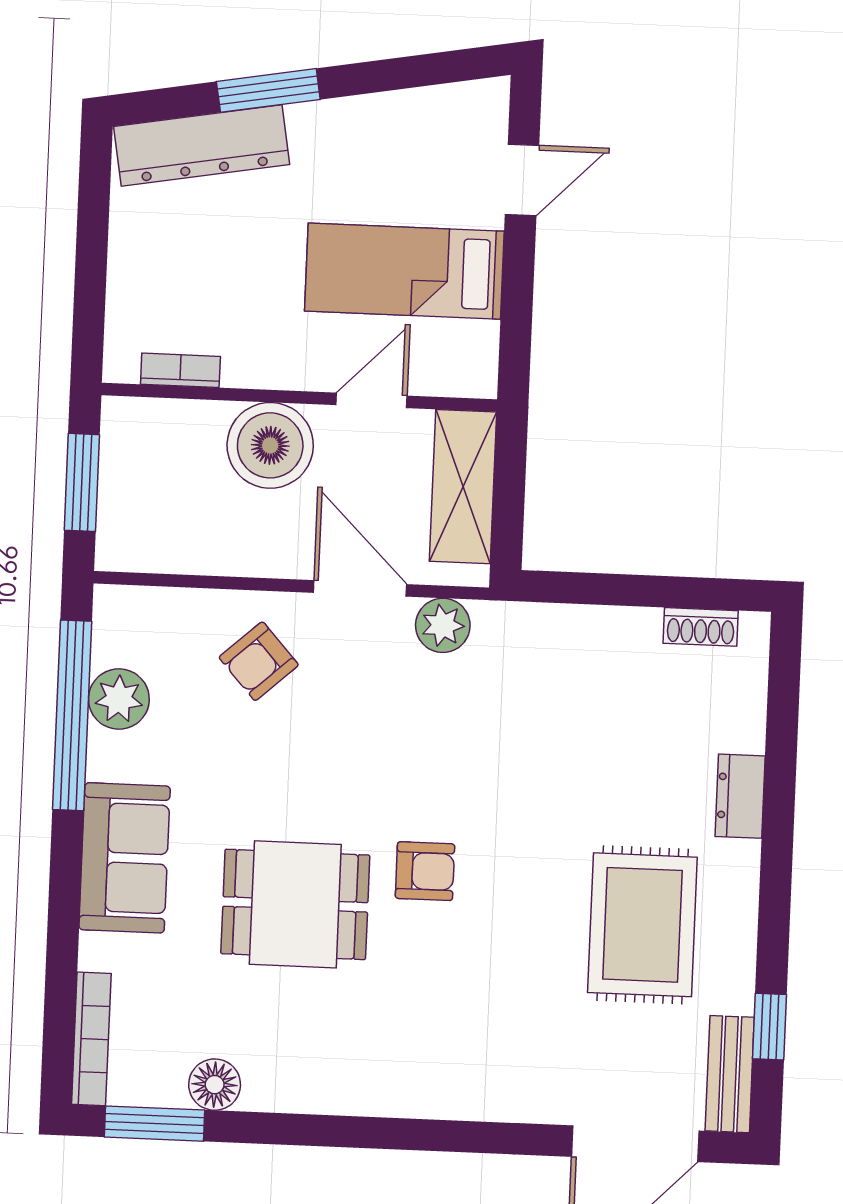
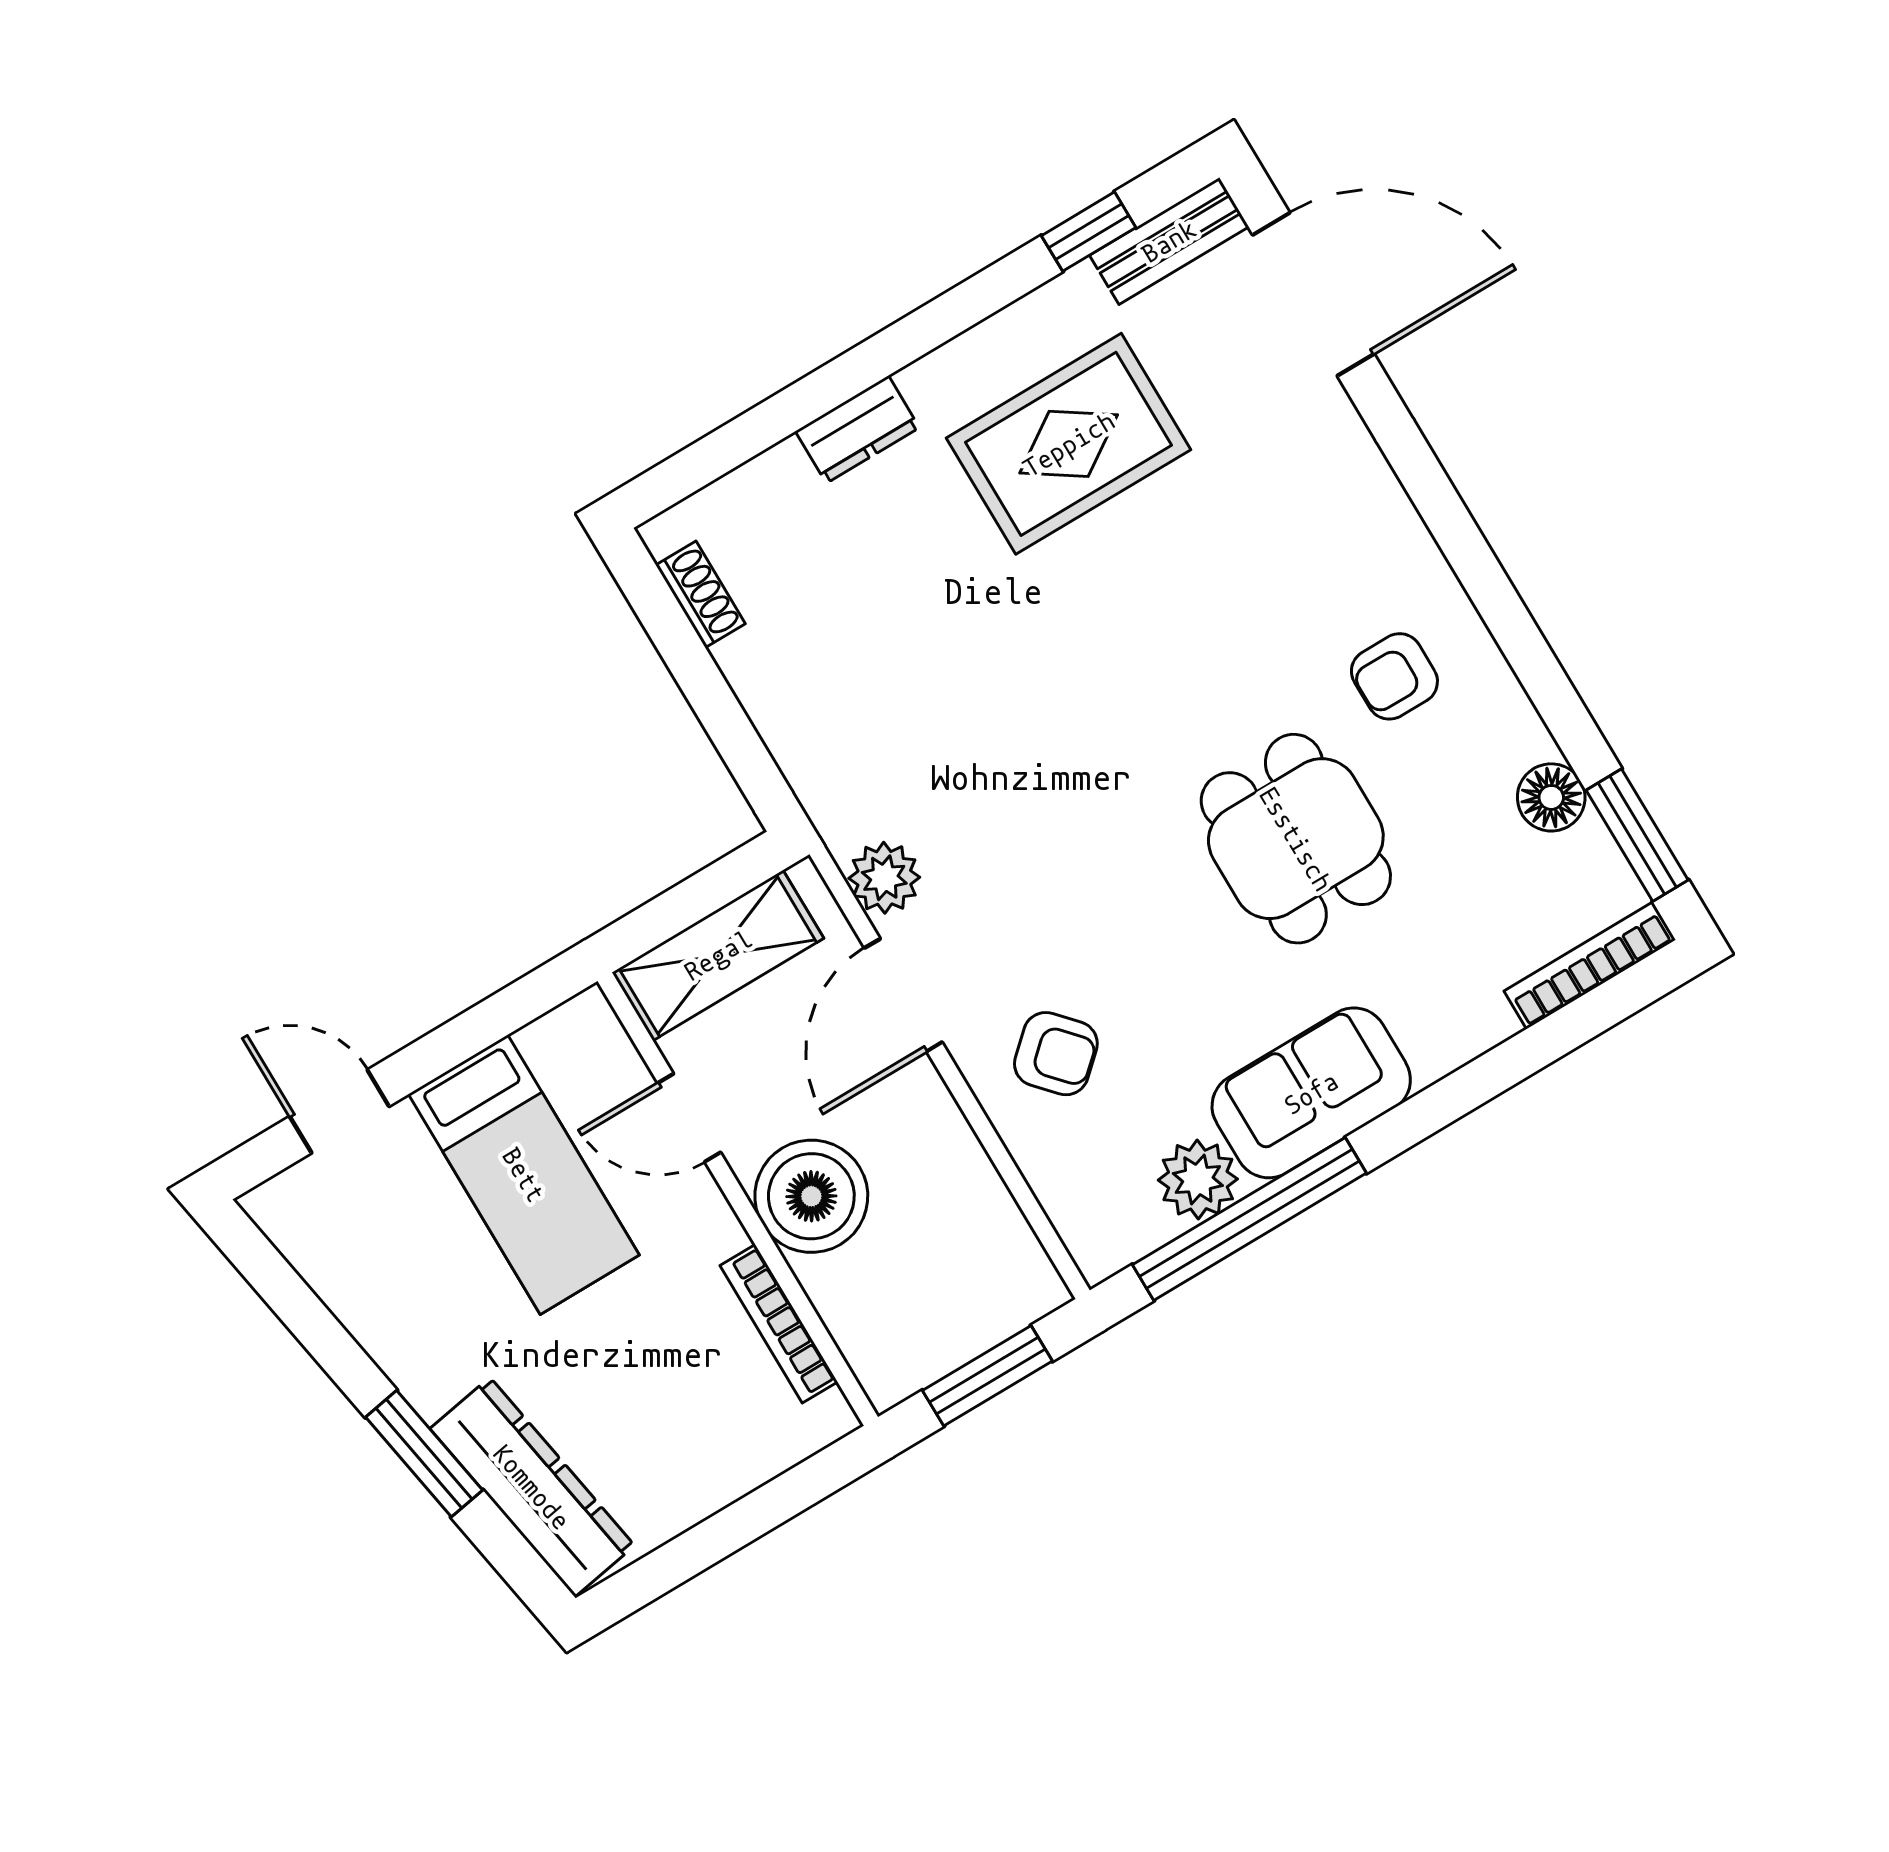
bookcase: (180, 370) -> (779, 1324), width x1.56
sofa: (125, 858) -> (1311, 1093), moved
armchair: (425, 871) -> (1394, 676), moved, turned -90

